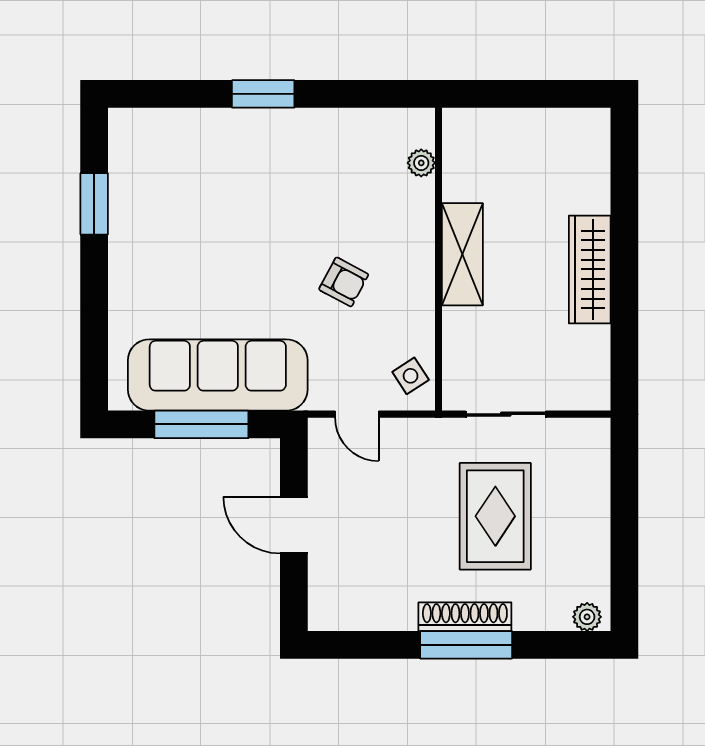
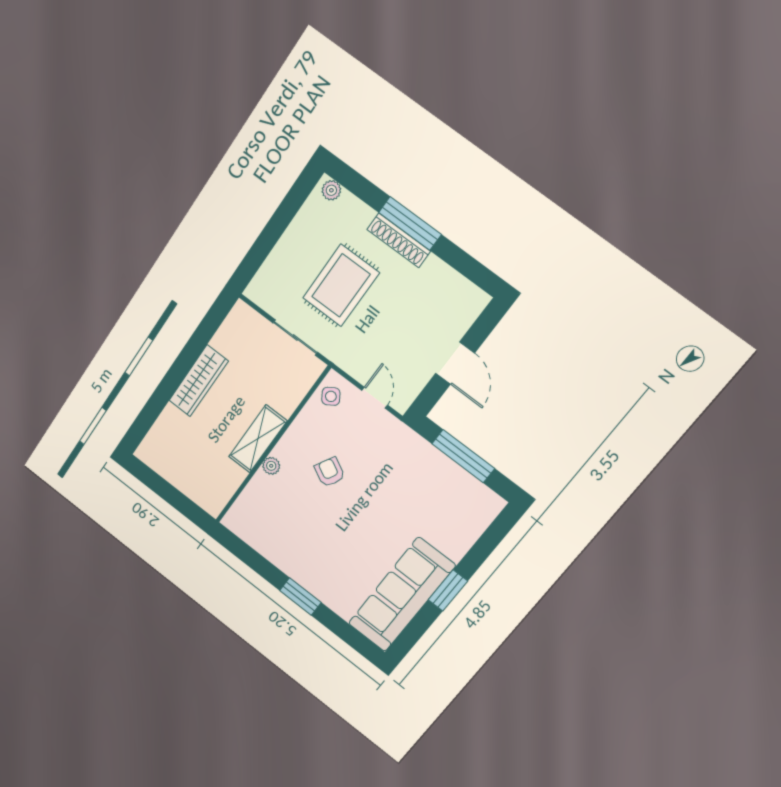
plant: (421, 163) -> (271, 466), moved
window: (94, 204) -> (448, 590), moved
sofa: (218, 375) -> (401, 595), moved, turned 90

